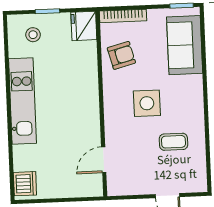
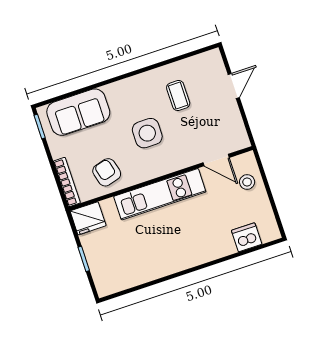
stool: (33, 35) -> (247, 182), moved
kitchen unit: (22, 101) -> (160, 194), moved, turned 180
dishwasher: (25, 184) -> (247, 237), moved

